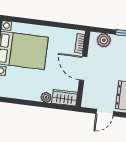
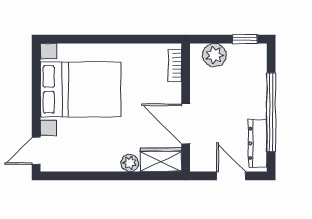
door: (83, 68) -> (186, 124), moved
door: (105, 112) -> (231, 176), swing flipped

